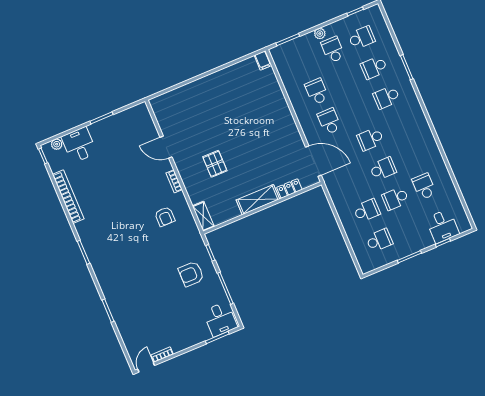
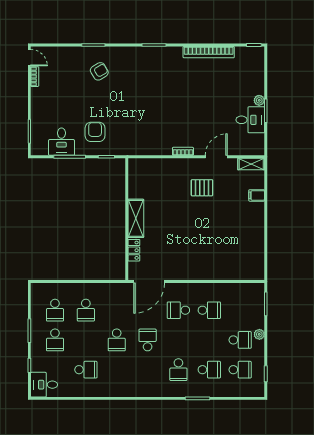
school desk: (362, 38) -> (240, 370), turned -90
filing cabinet: (263, 60) -> (257, 195), moved
school desk: (374, 67) -> (209, 370), turned 90
school desk: (387, 97) -> (178, 370), turned 180
school desk: (329, 121) -> (178, 310), turned 180
plant: (57, 144) -> (259, 100), moved
desk: (79, 145) -> (250, 120), moved
pallet: (215, 164) -> (202, 188), moved
school desk: (395, 198) -> (55, 340), moved, turned 180
shelving: (203, 216) -> (251, 164), moved
armchair: (165, 217) -> (99, 71), moved, turned 149
desk: (442, 226) -> (44, 385), moved
desk: (220, 319) -> (61, 142), moved, turned -90

